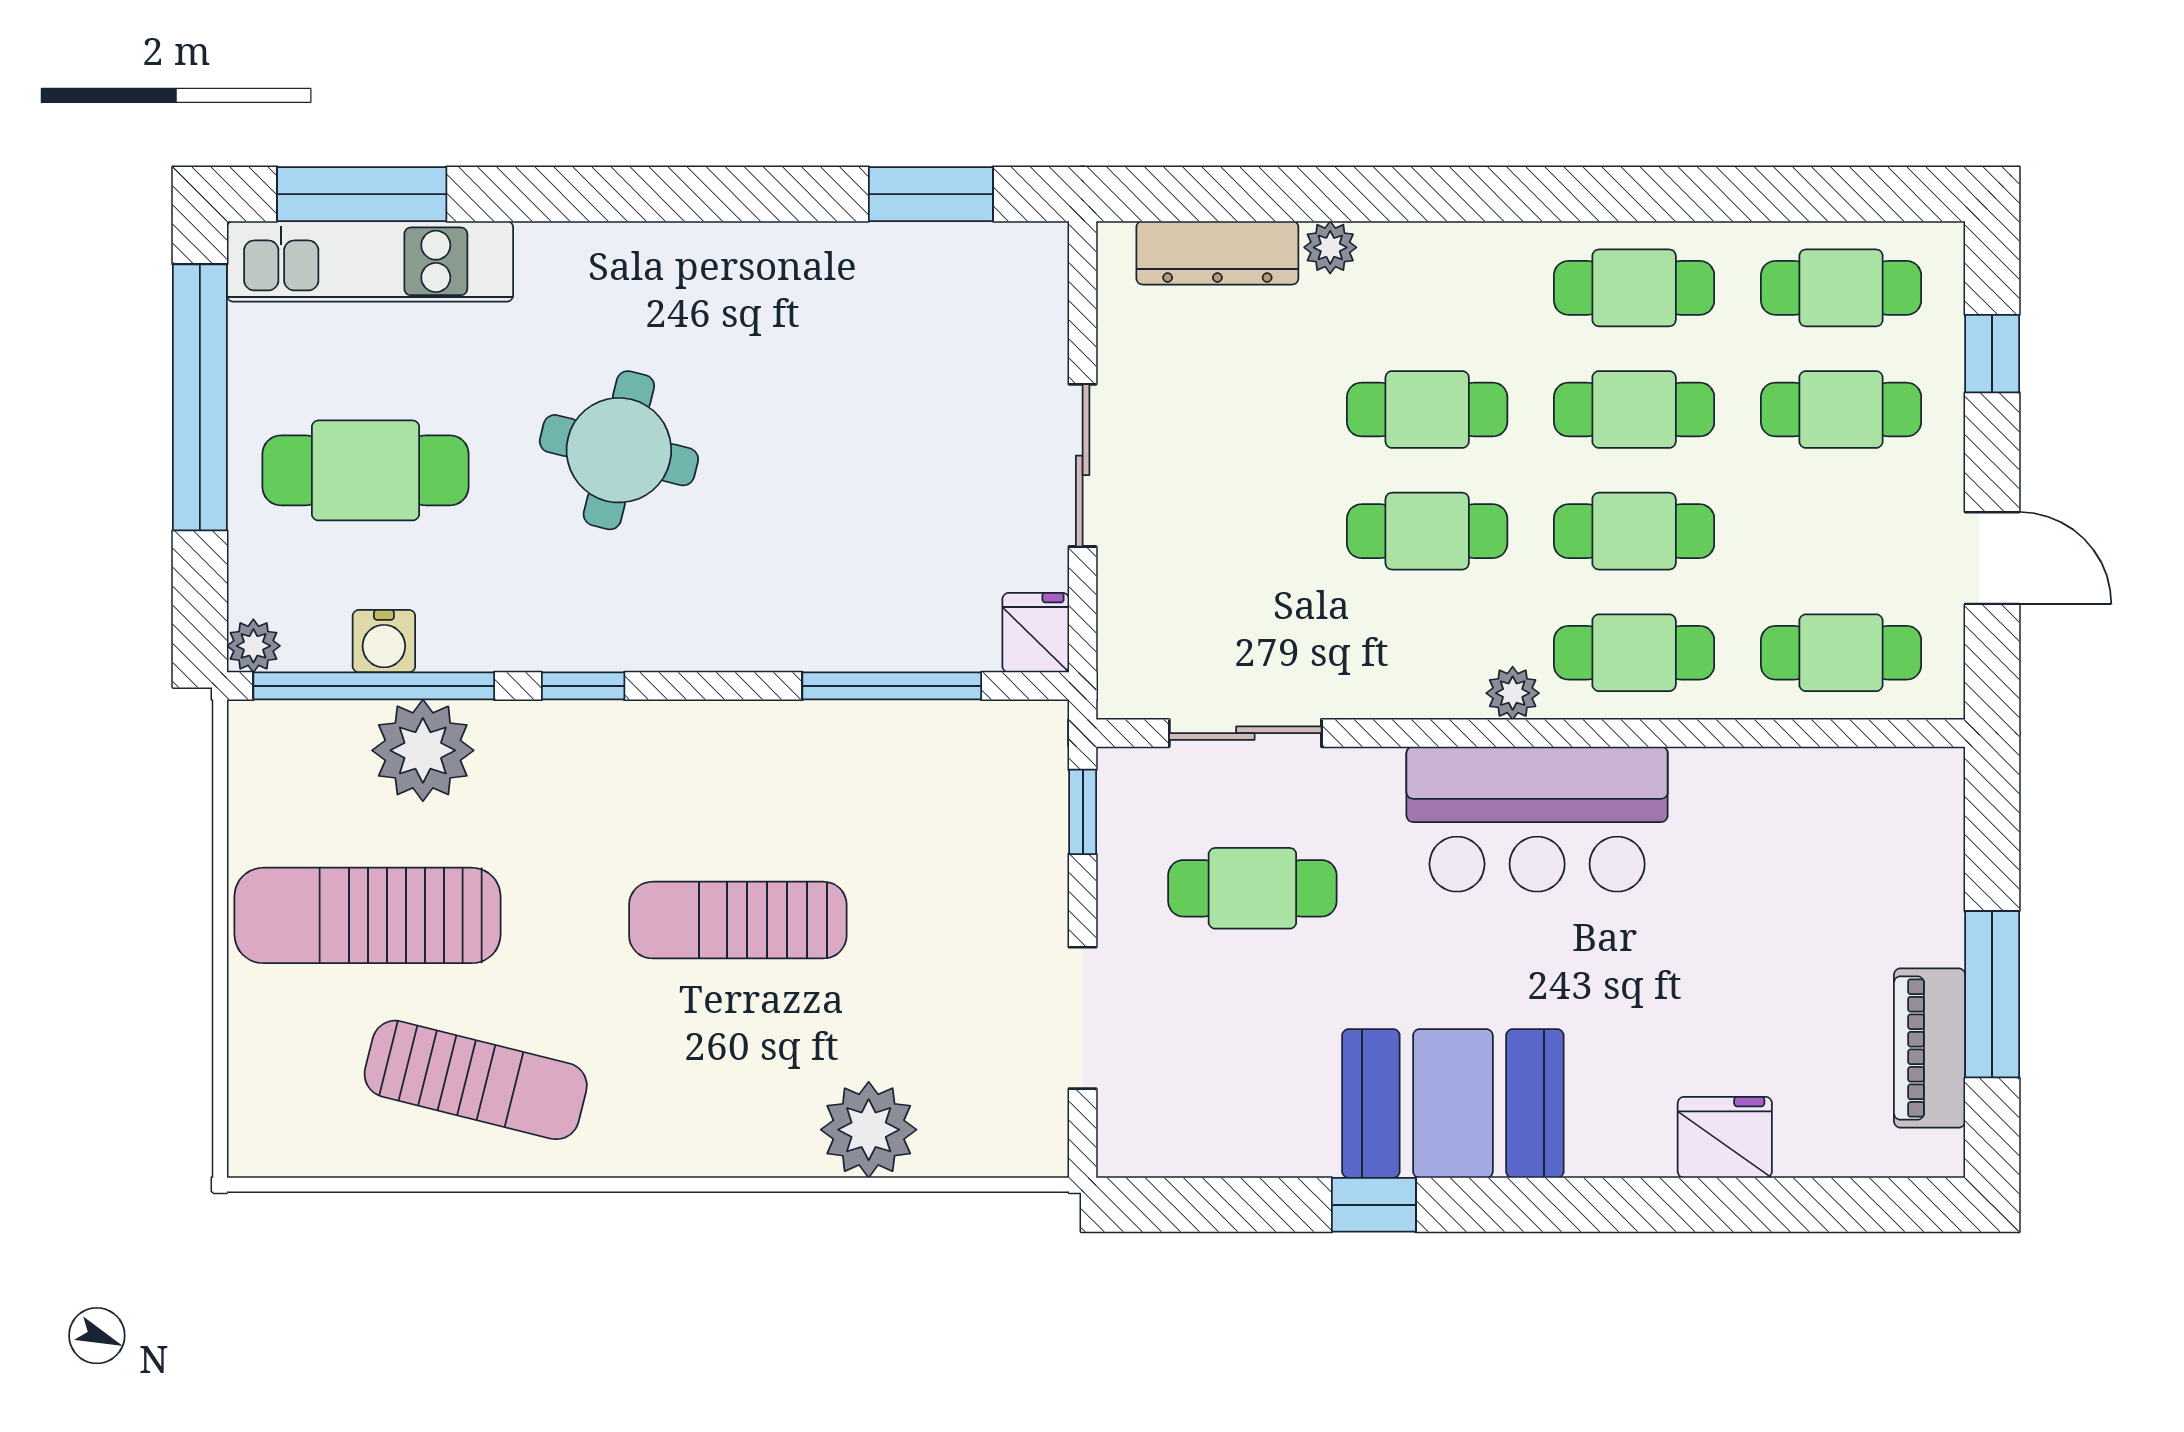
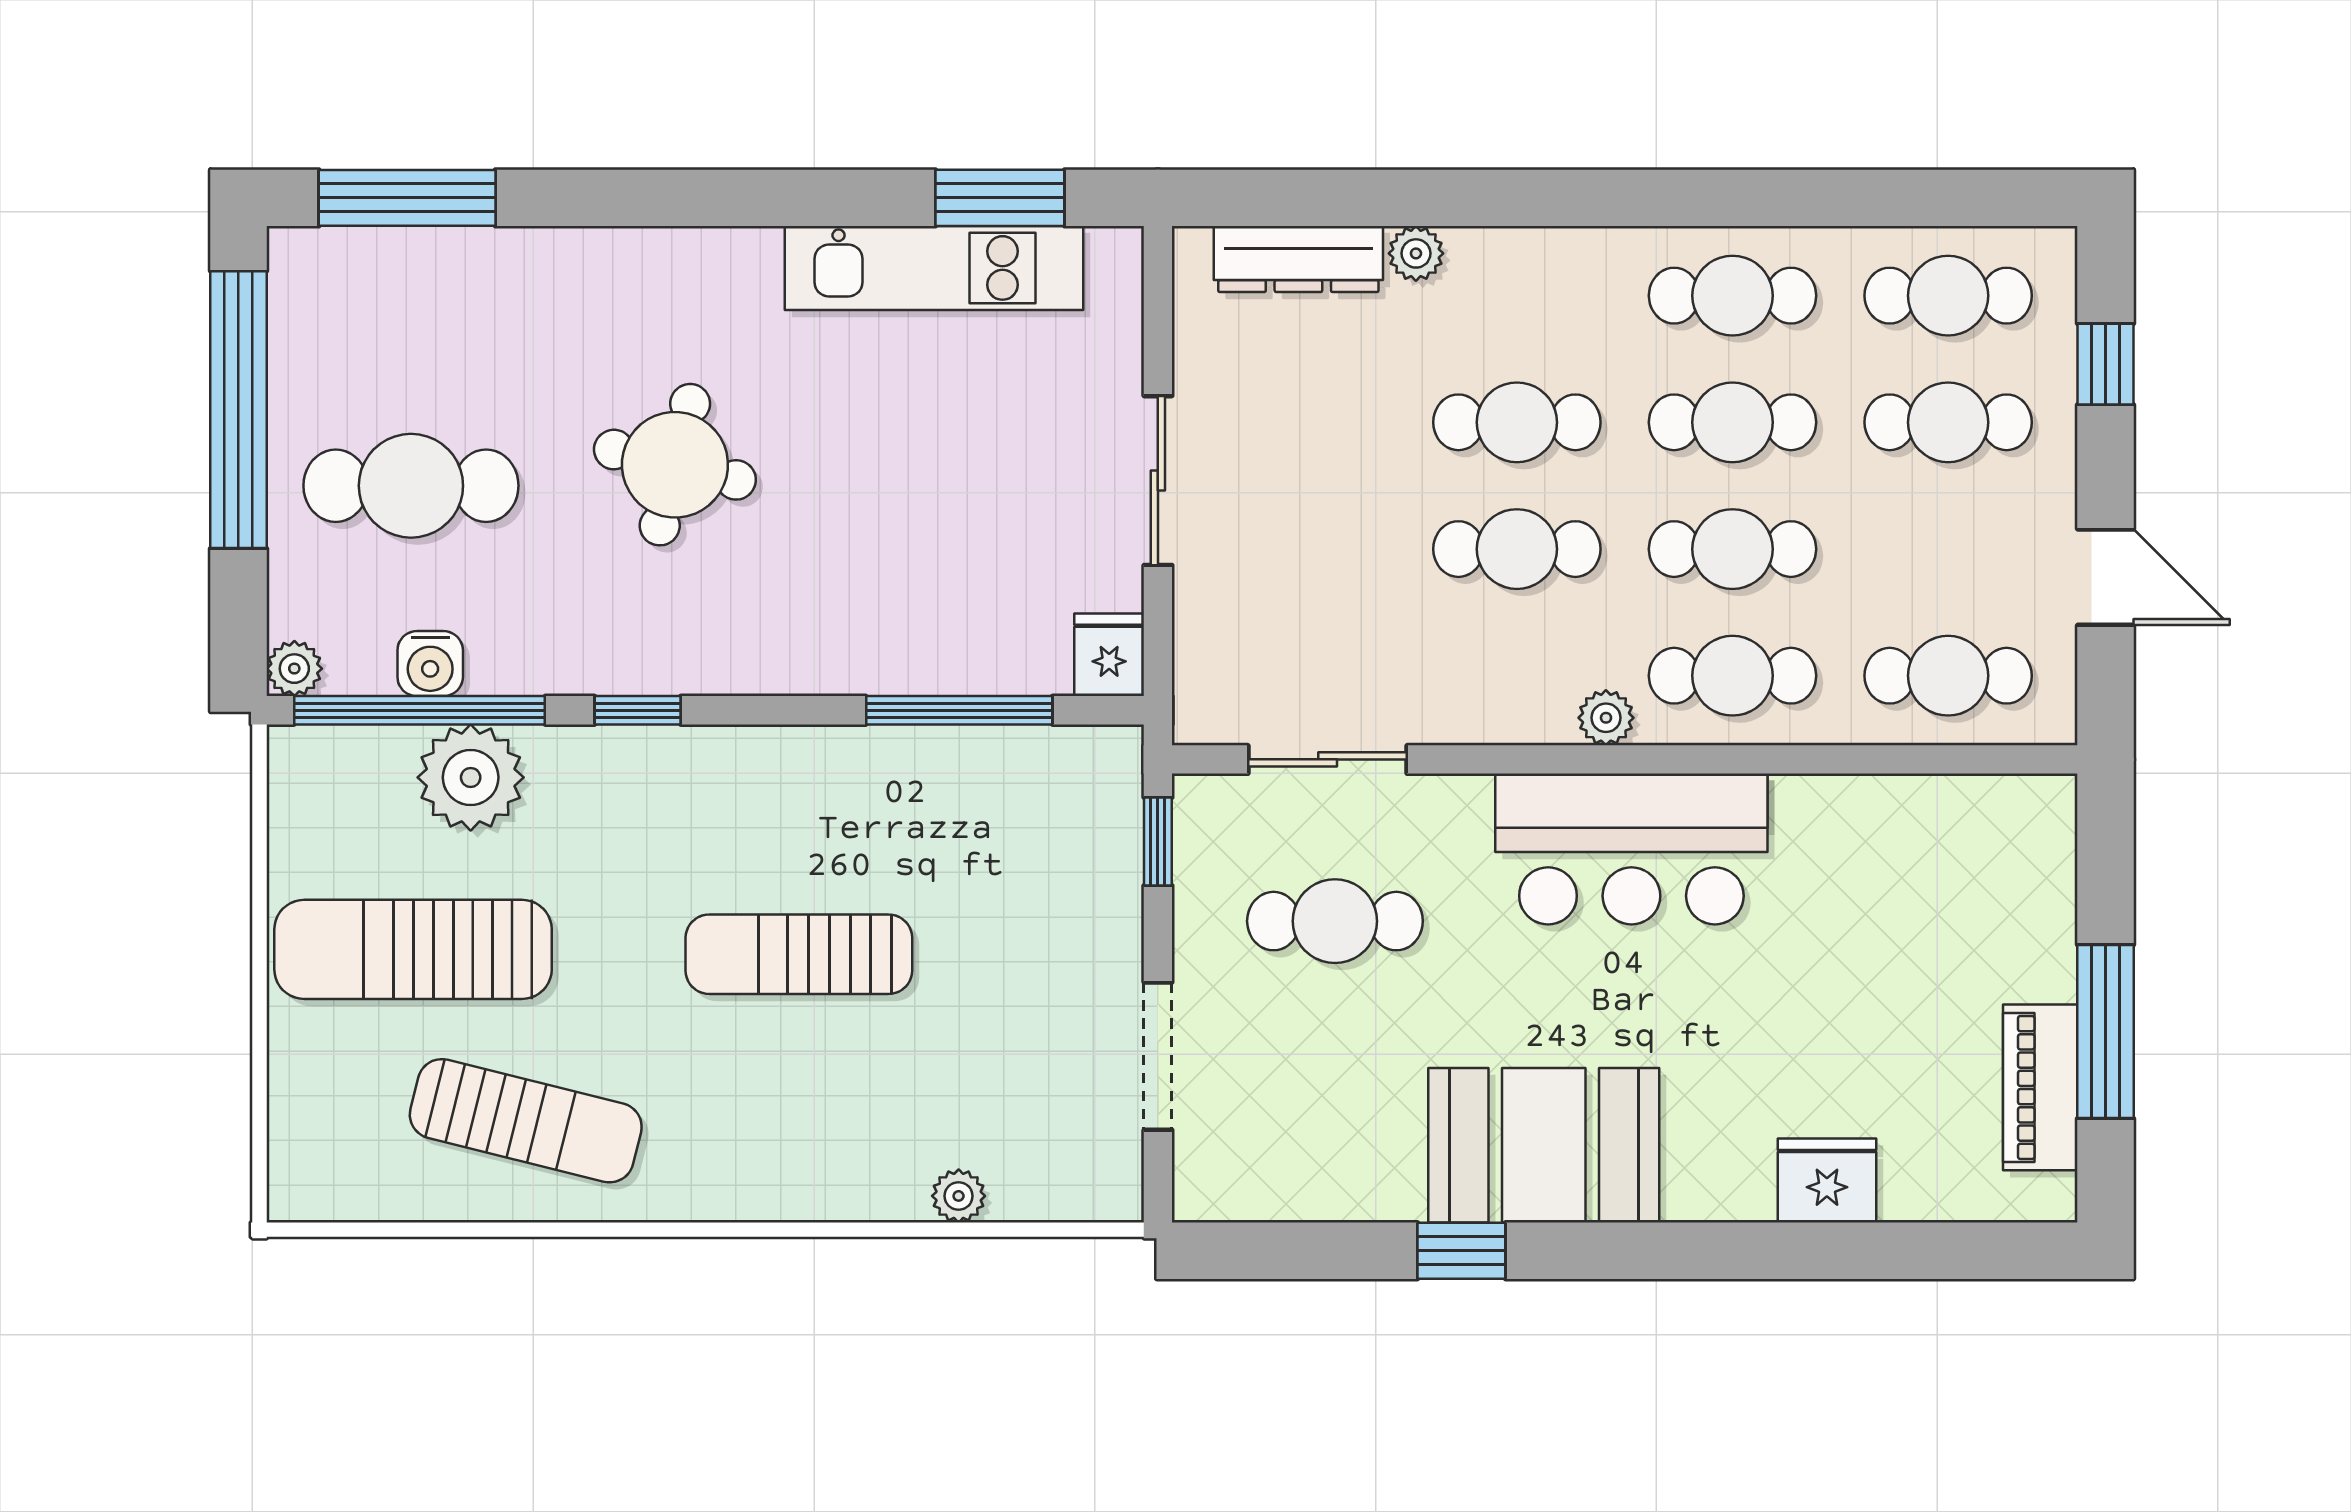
kitchen unit: (370, 261) -> (934, 268), moved
plant: (869, 1130) -> (959, 1196), width x0.53, depth x0.53

